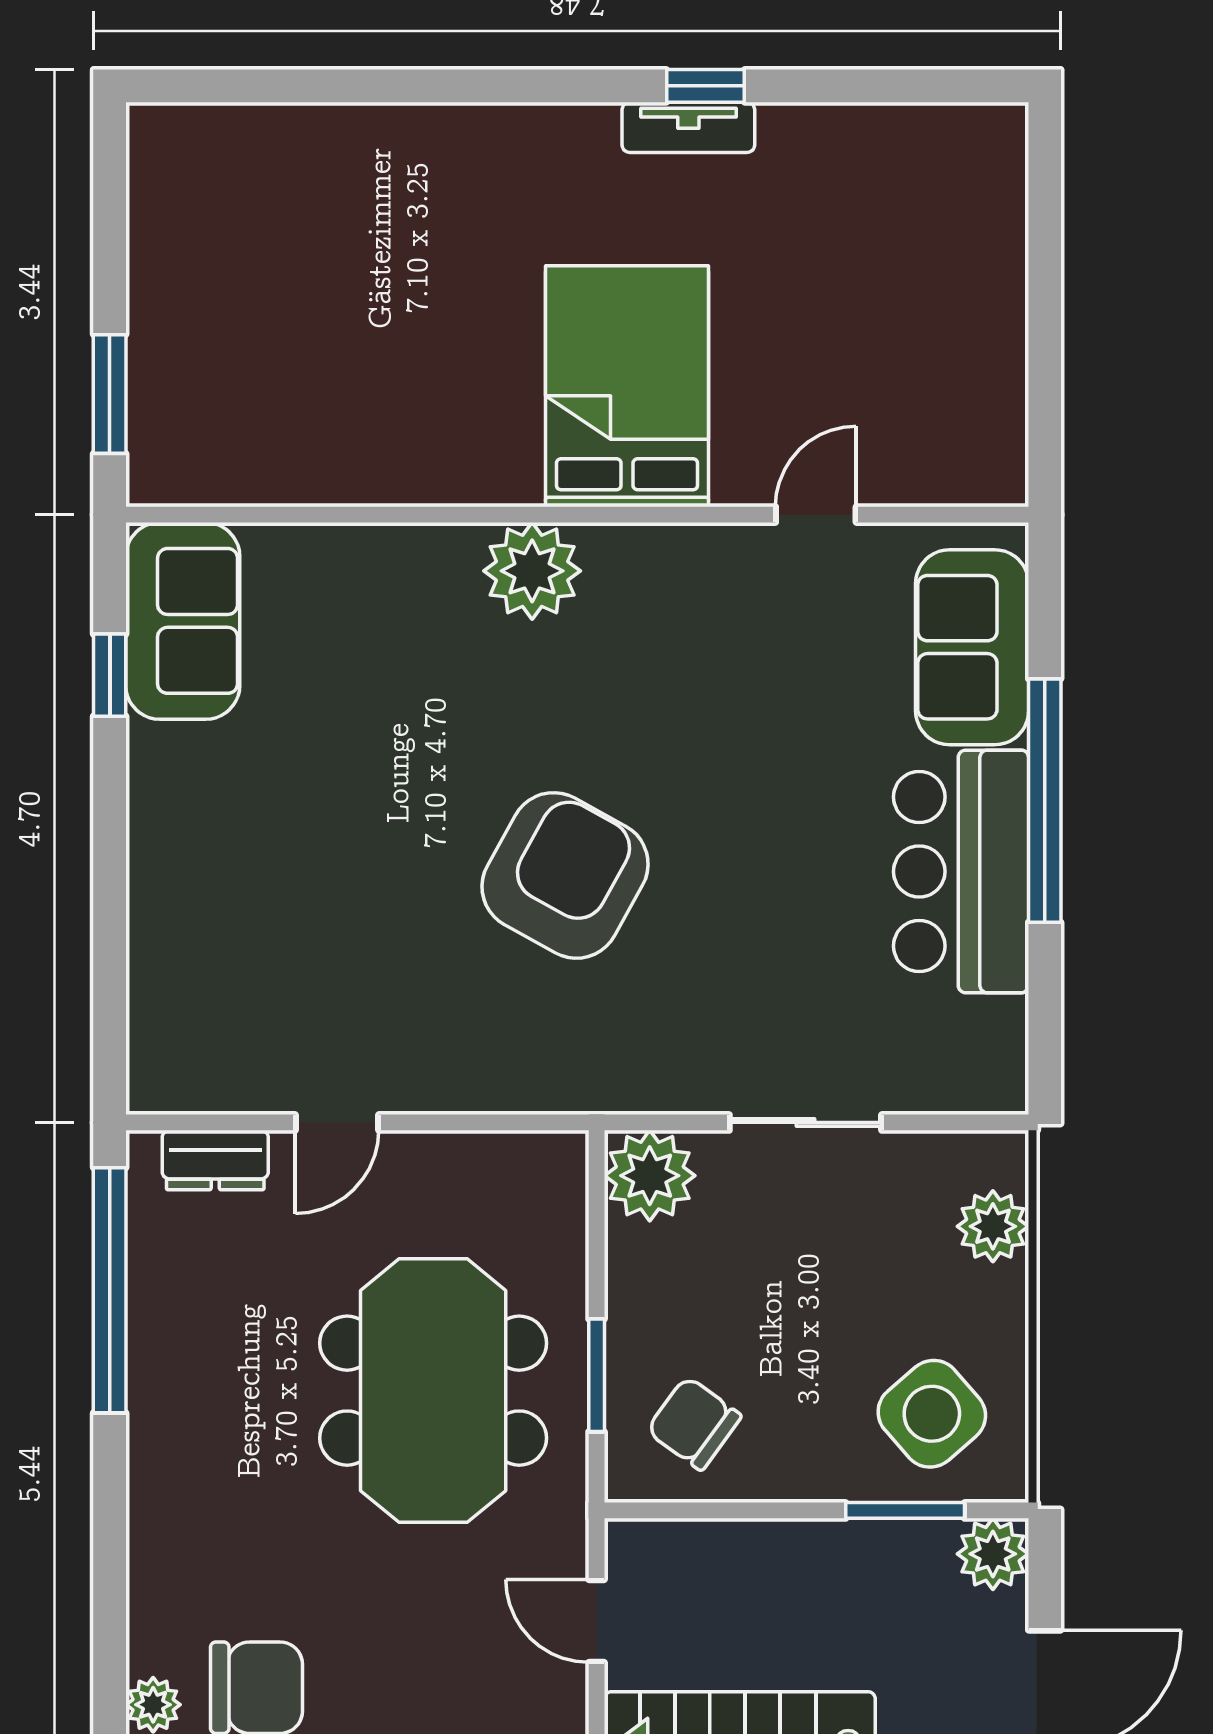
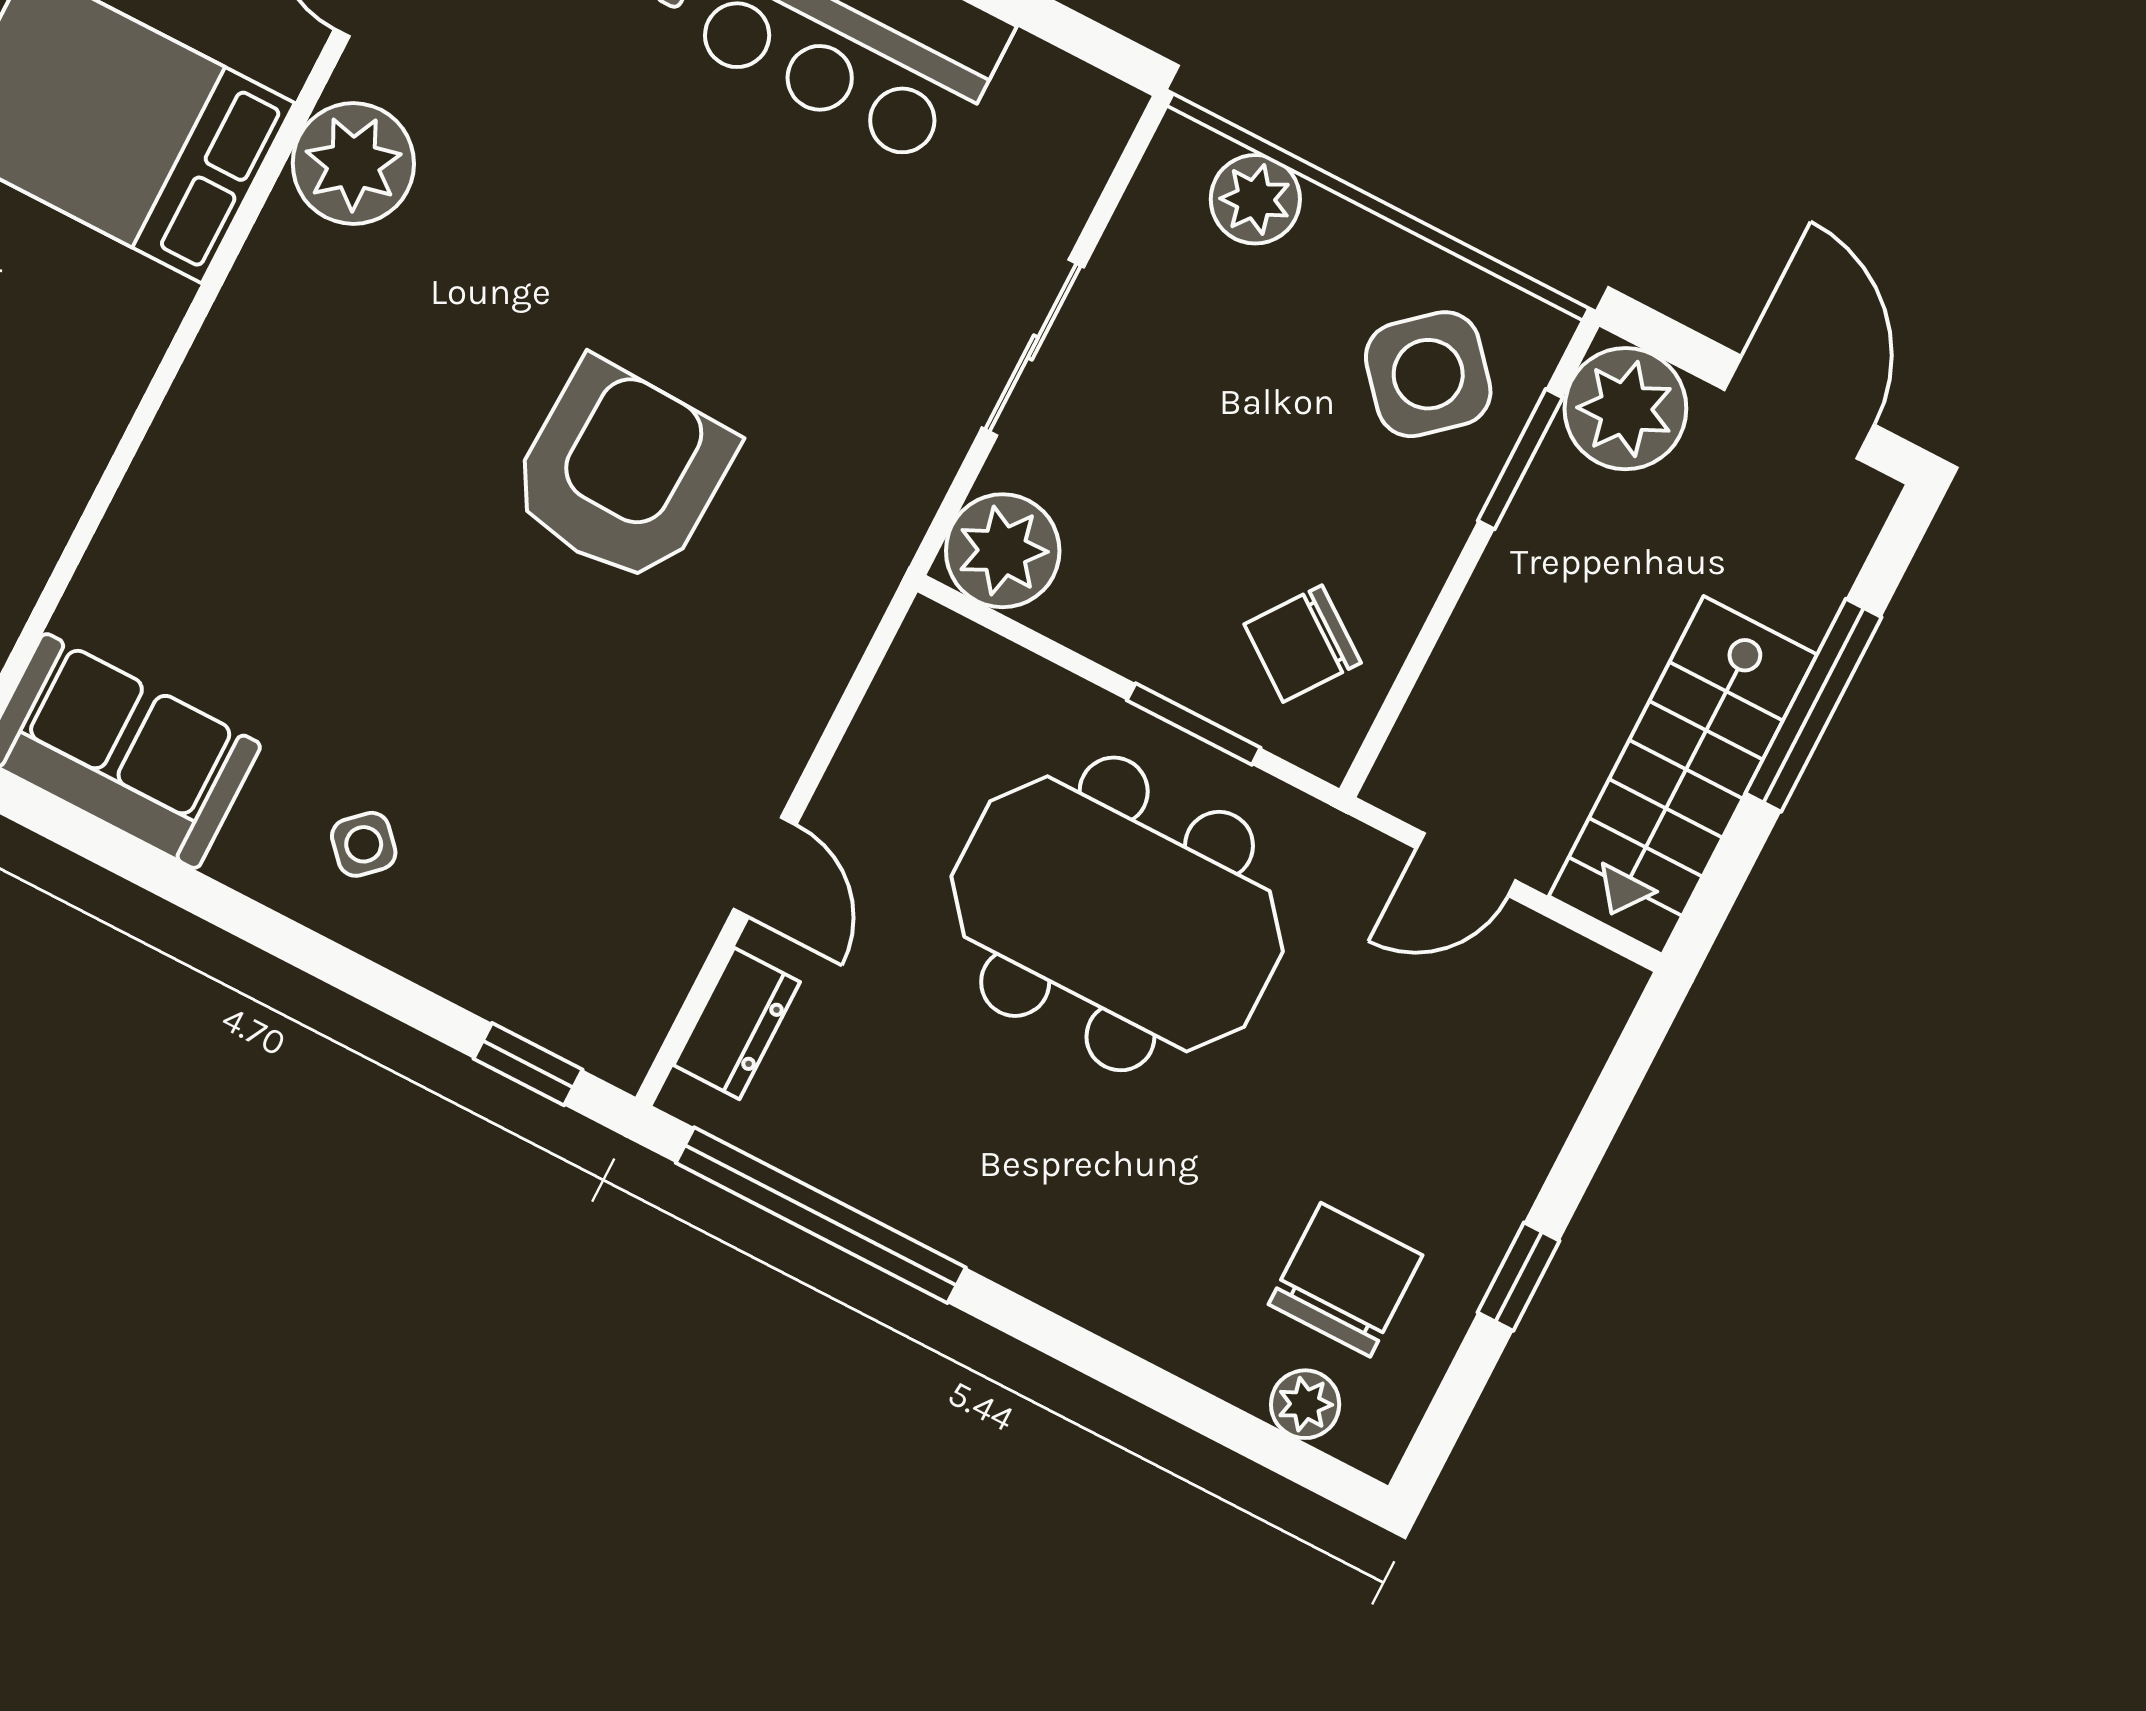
plant: (532, 571) -> (353, 163), moved
window: (110, 675) -> (528, 1064), moved
side table: (206, 828) -> (364, 844), added
armchair: (565, 875) -> (621, 473), turned 63
plant: (993, 1554) -> (1625, 409), width x1.36, depth x1.36

